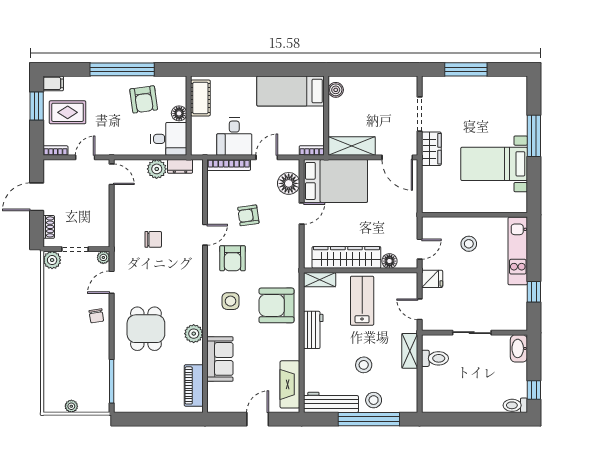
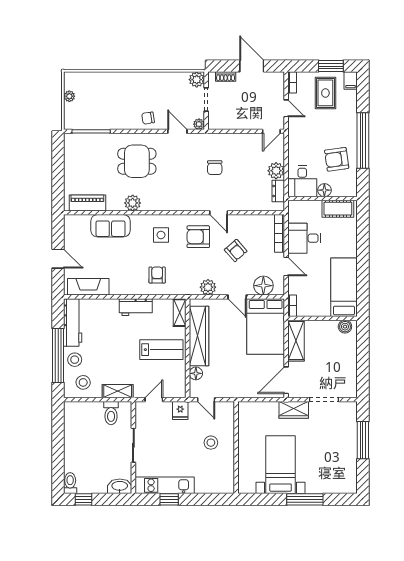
armchair: (248, 215) -> (236, 251), turned 147
plant: (291, 247) -> (208, 287), added
kitchen unit: (518, 251) -> (165, 485), moved
armchair: (276, 305) -> (157, 275), width x0.53, depth x0.53
stool: (364, 365) -> (83, 382), moved

